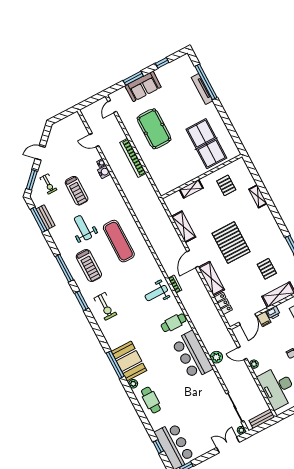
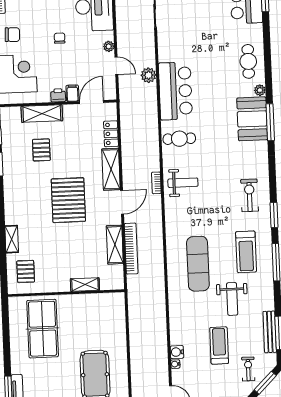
bookcase: (133, 158) -> (131, 249), moved
pallet: (226, 185) -> (26, 271), moved
bench: (46, 217) -> (270, 332), width x1.36
treadmill: (89, 266) -> (246, 252), turned 180

